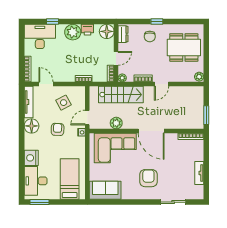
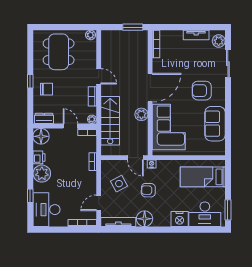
plant: (116, 123) -> (141, 114), moved
sofa: (105, 190) -> (215, 124), moved
plant: (194, 194) -> (219, 41), added

